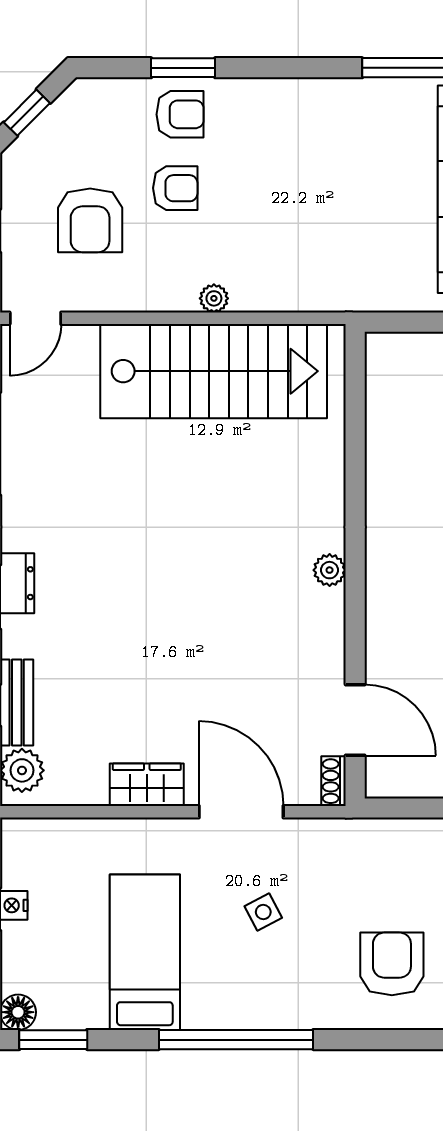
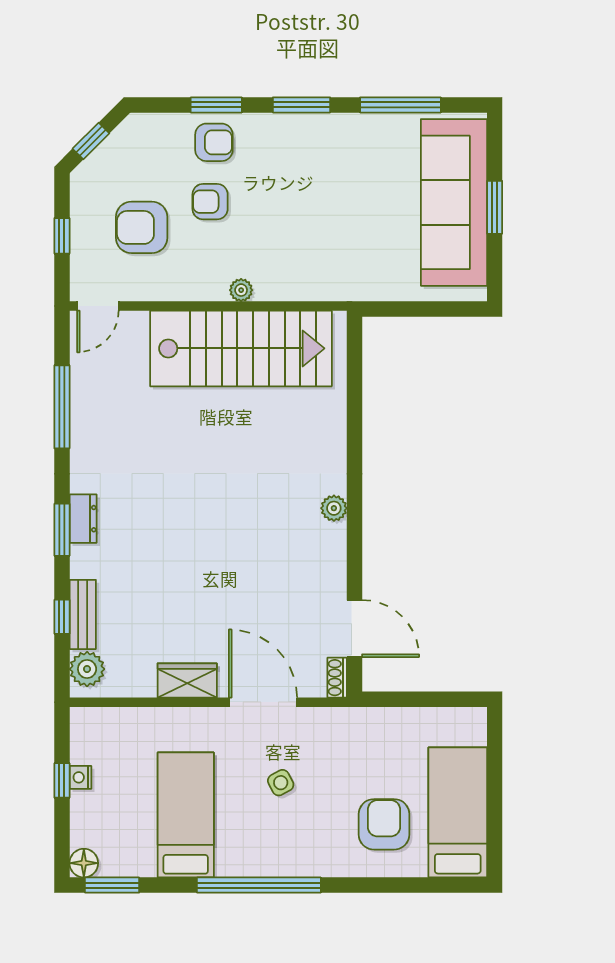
window: (289, 68) -> (302, 105), added
armchair: (175, 188) -> (210, 202), turned 180
armchair: (90, 220) -> (142, 227), turned 90

